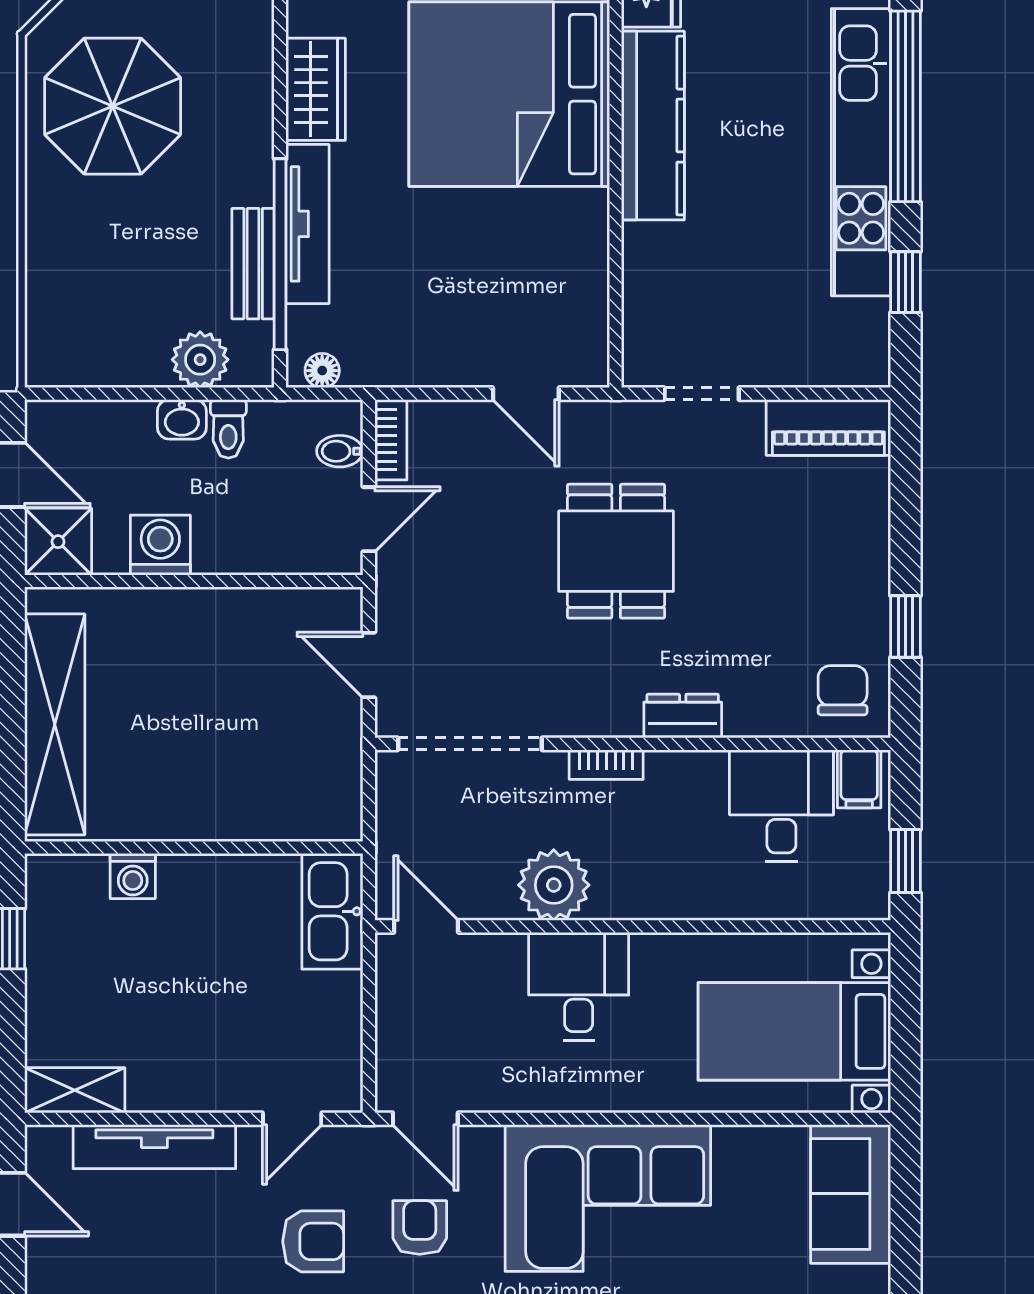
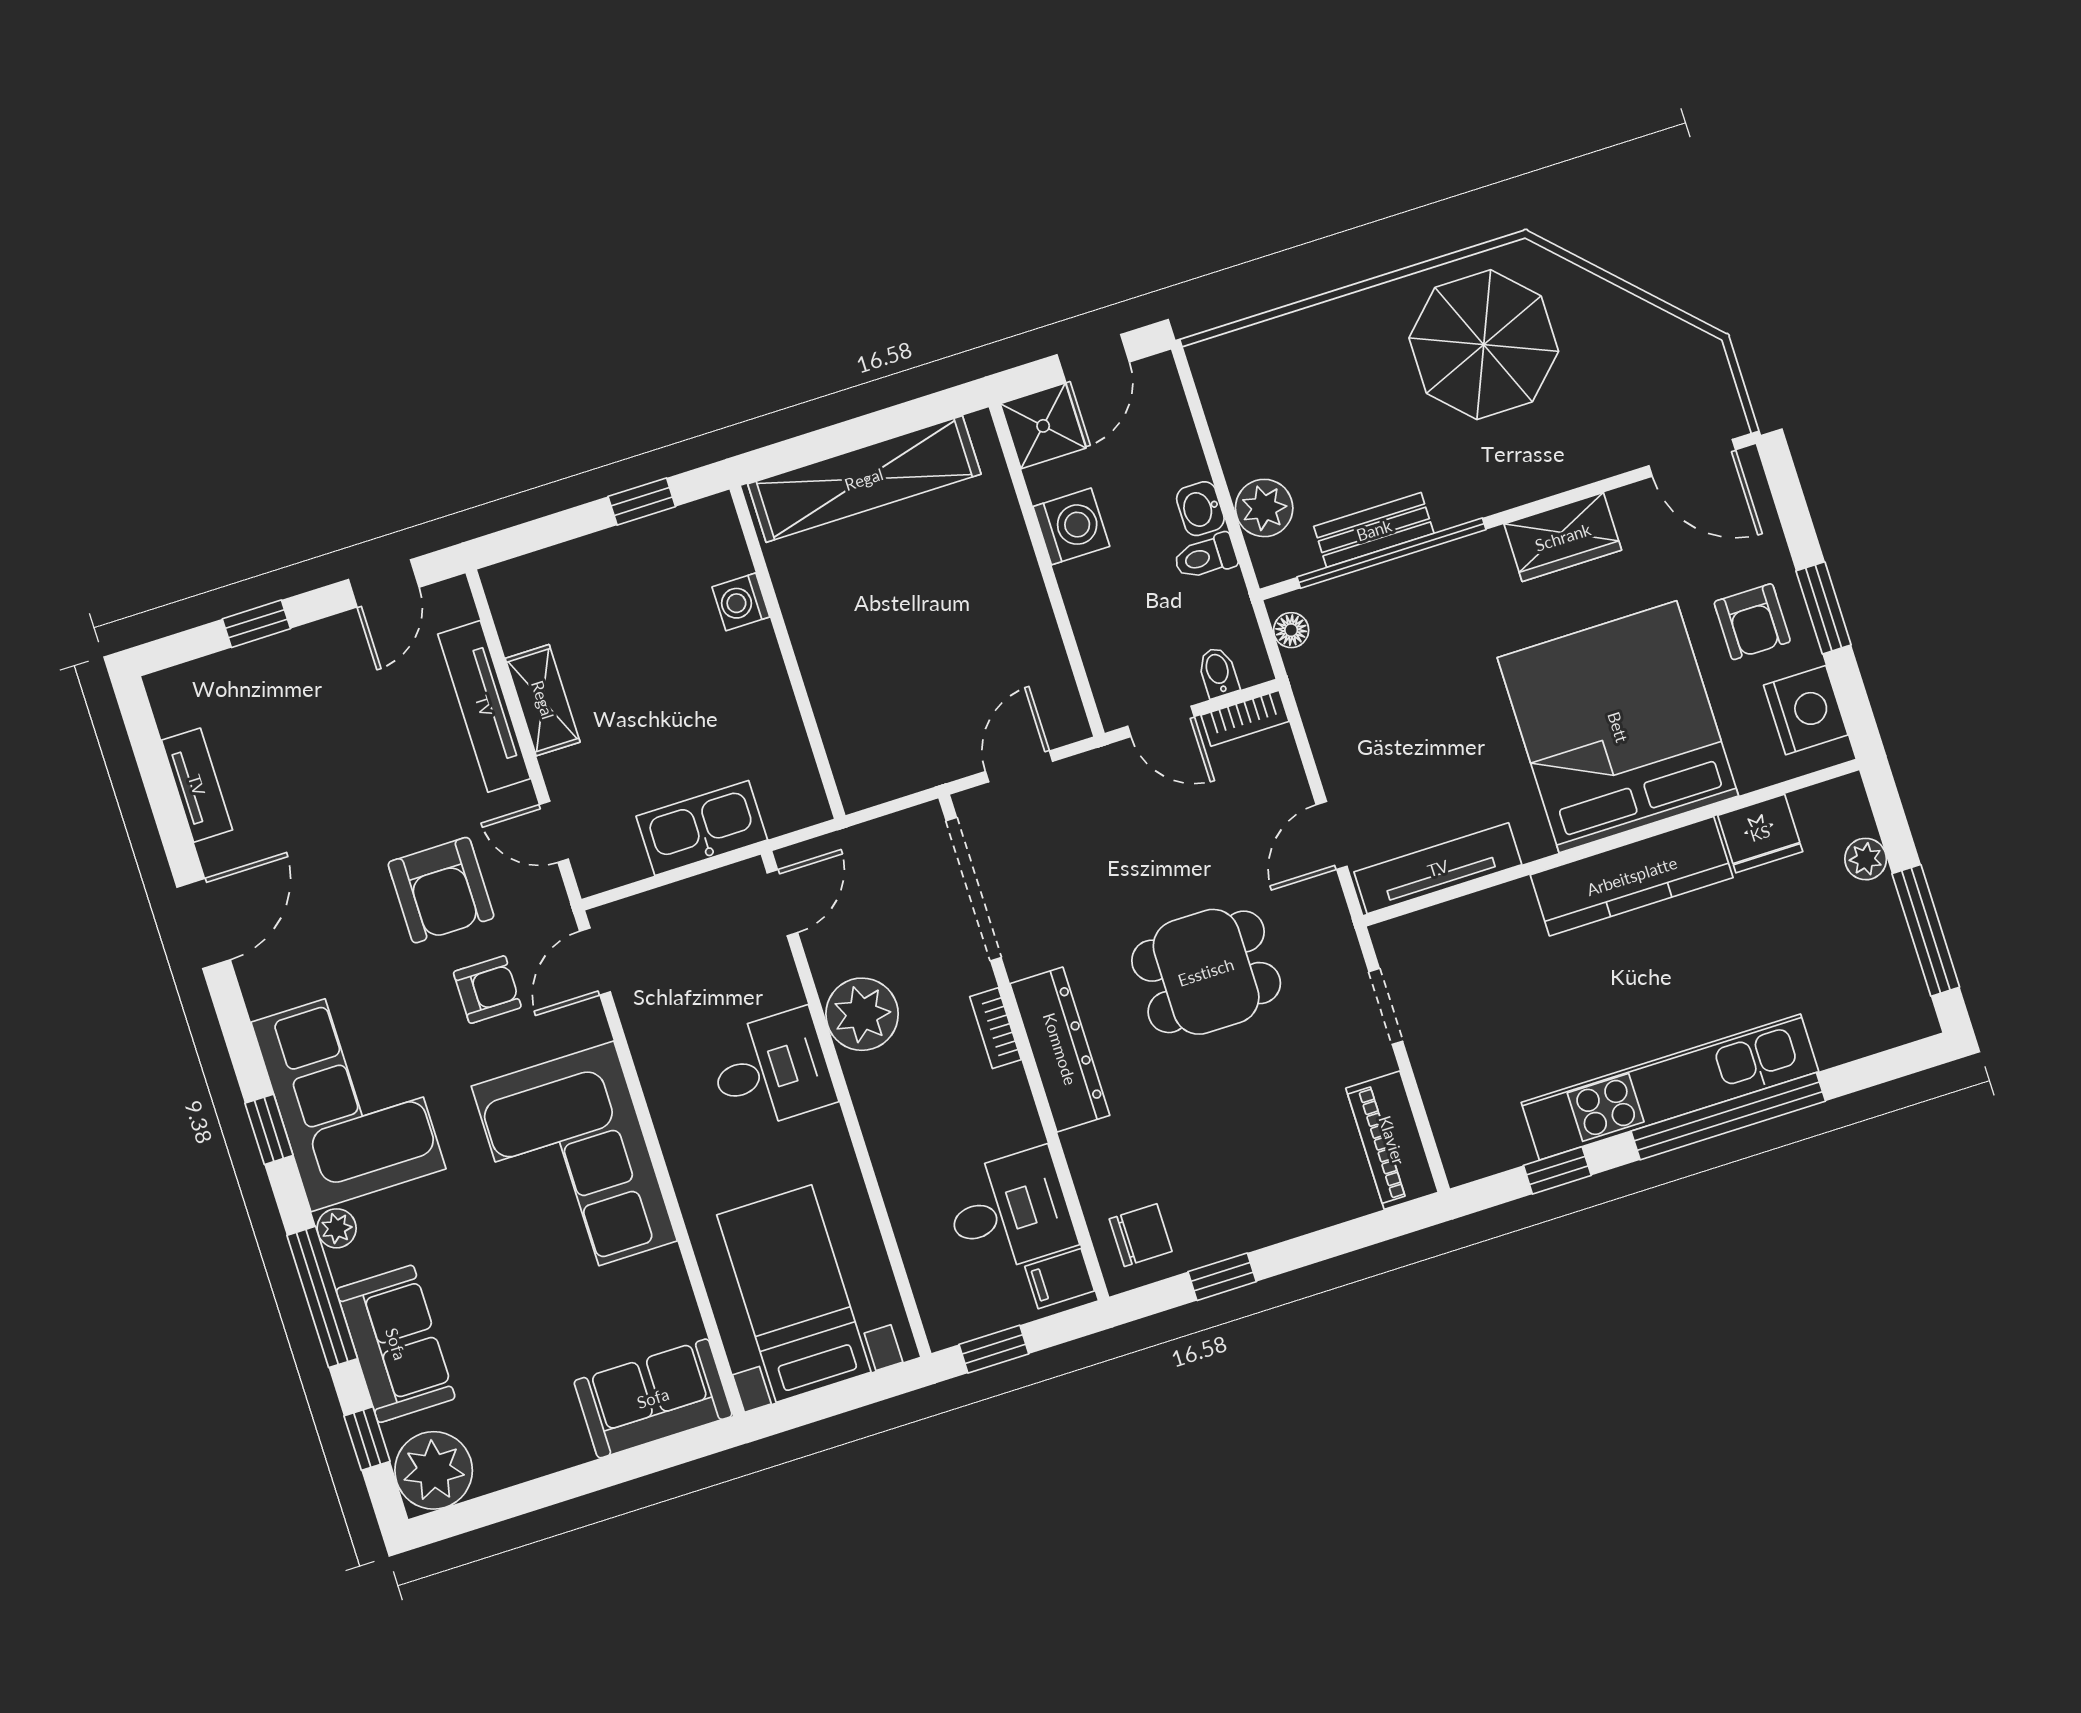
tv unit: (308, 224) -> (1438, 868), moved, turned 180
dresser: (683, 716) -> (1060, 1049), width x1.96, depth x1.24
kitchen sink: (332, 911) -> (702, 828), moved
shelving: (75, 1090) -> (543, 700), moved
armchair: (313, 1241) -> (441, 890), width x1.38, depth x1.38

